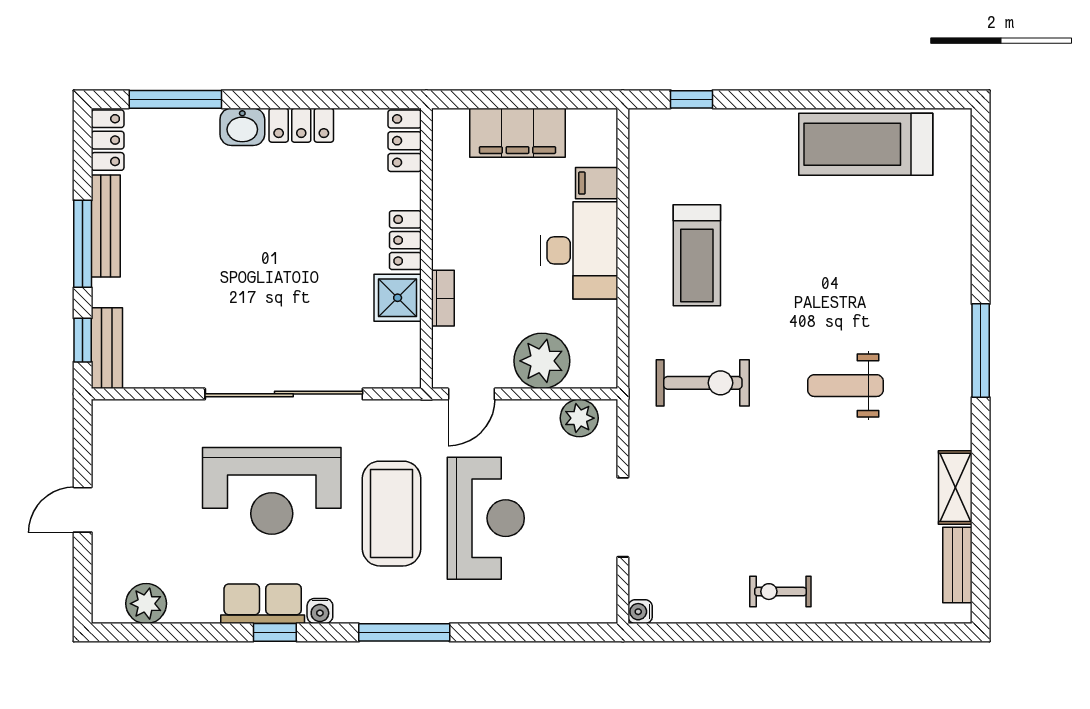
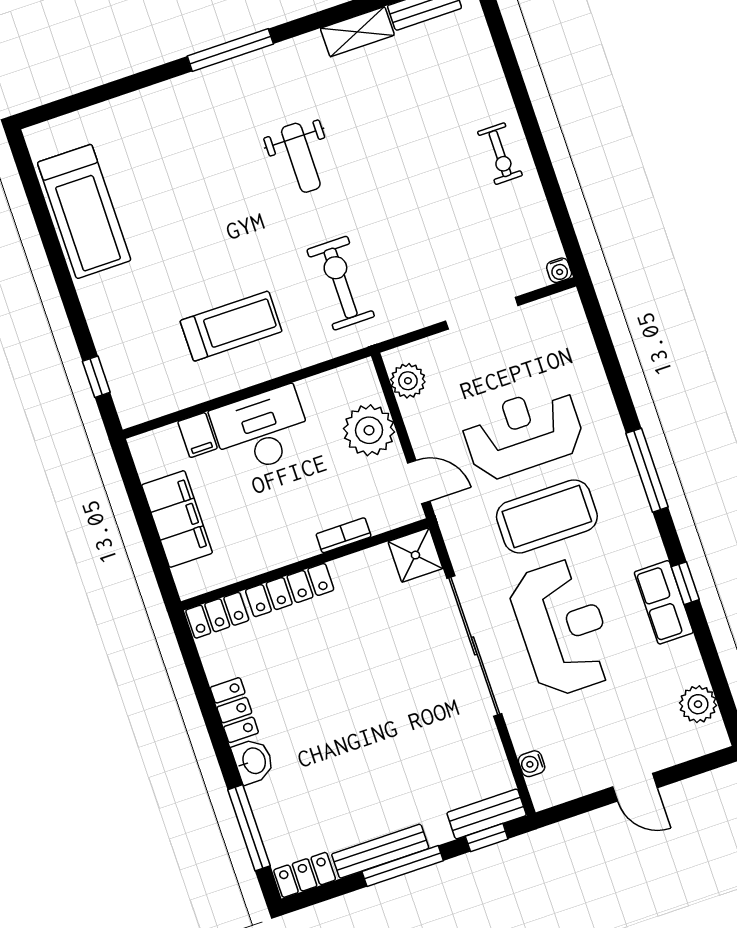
locker: (405, 240) -> (290, 590), width x1.53
shower: (398, 298) -> (415, 555), moved
water cooler: (320, 611) -> (532, 764), moved, turned 180

